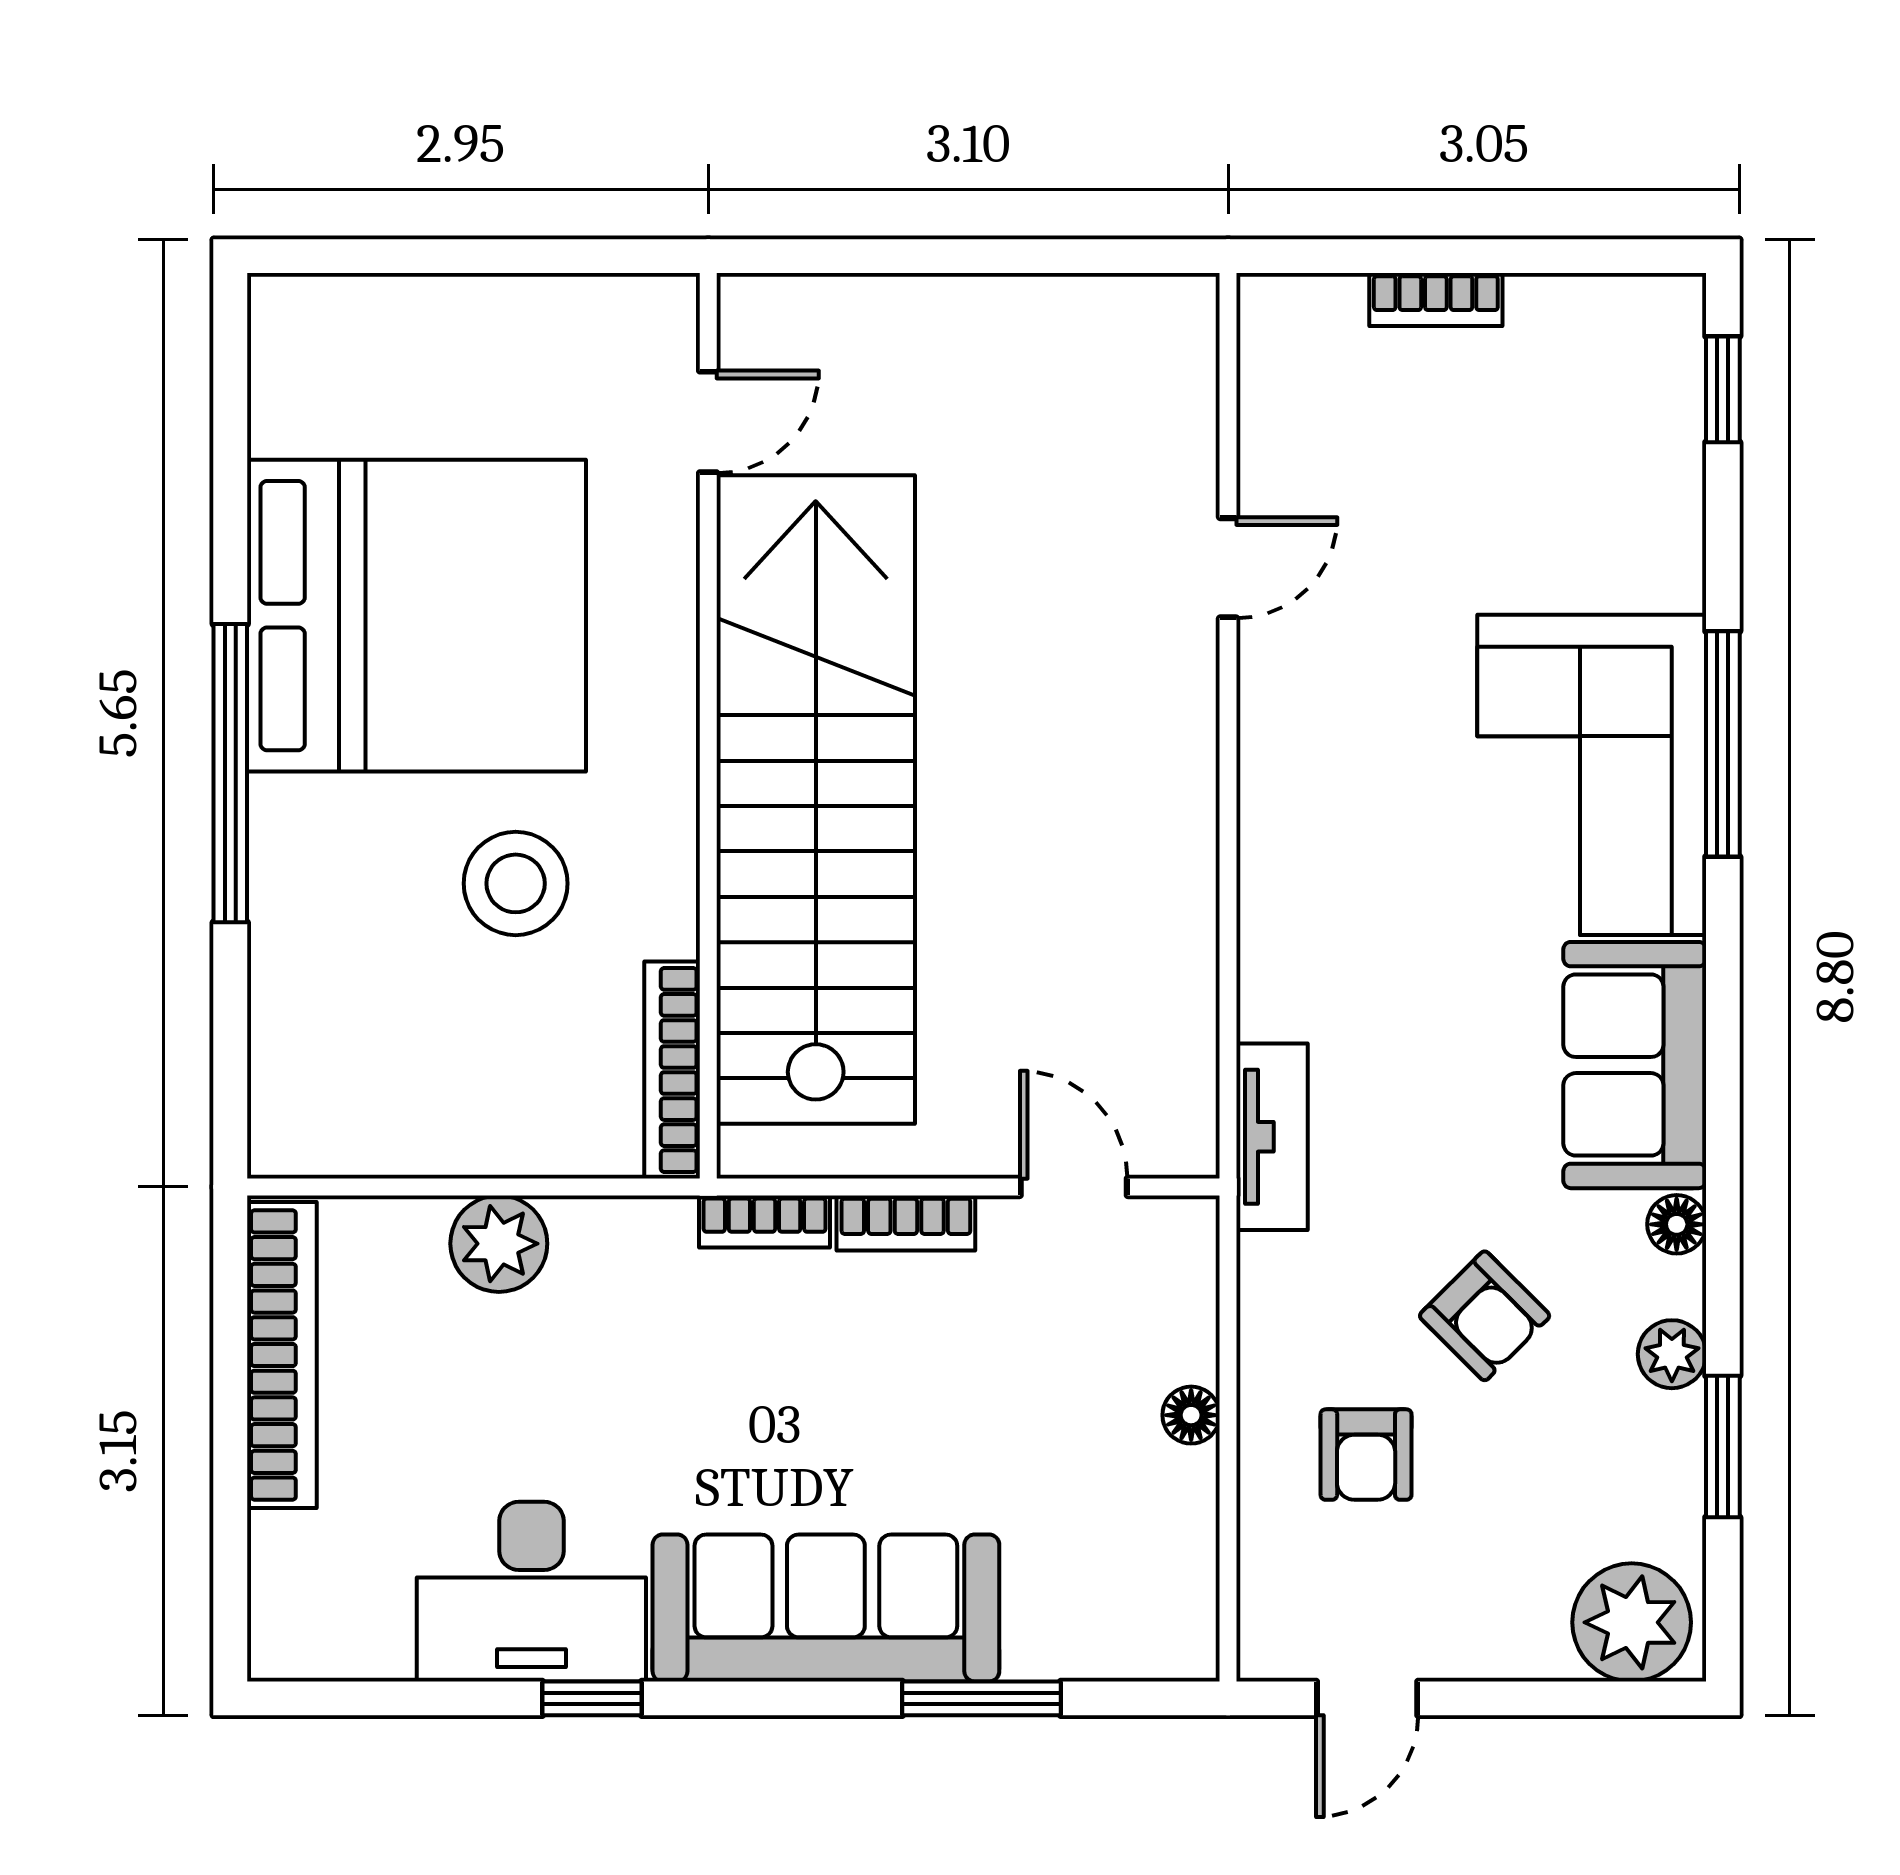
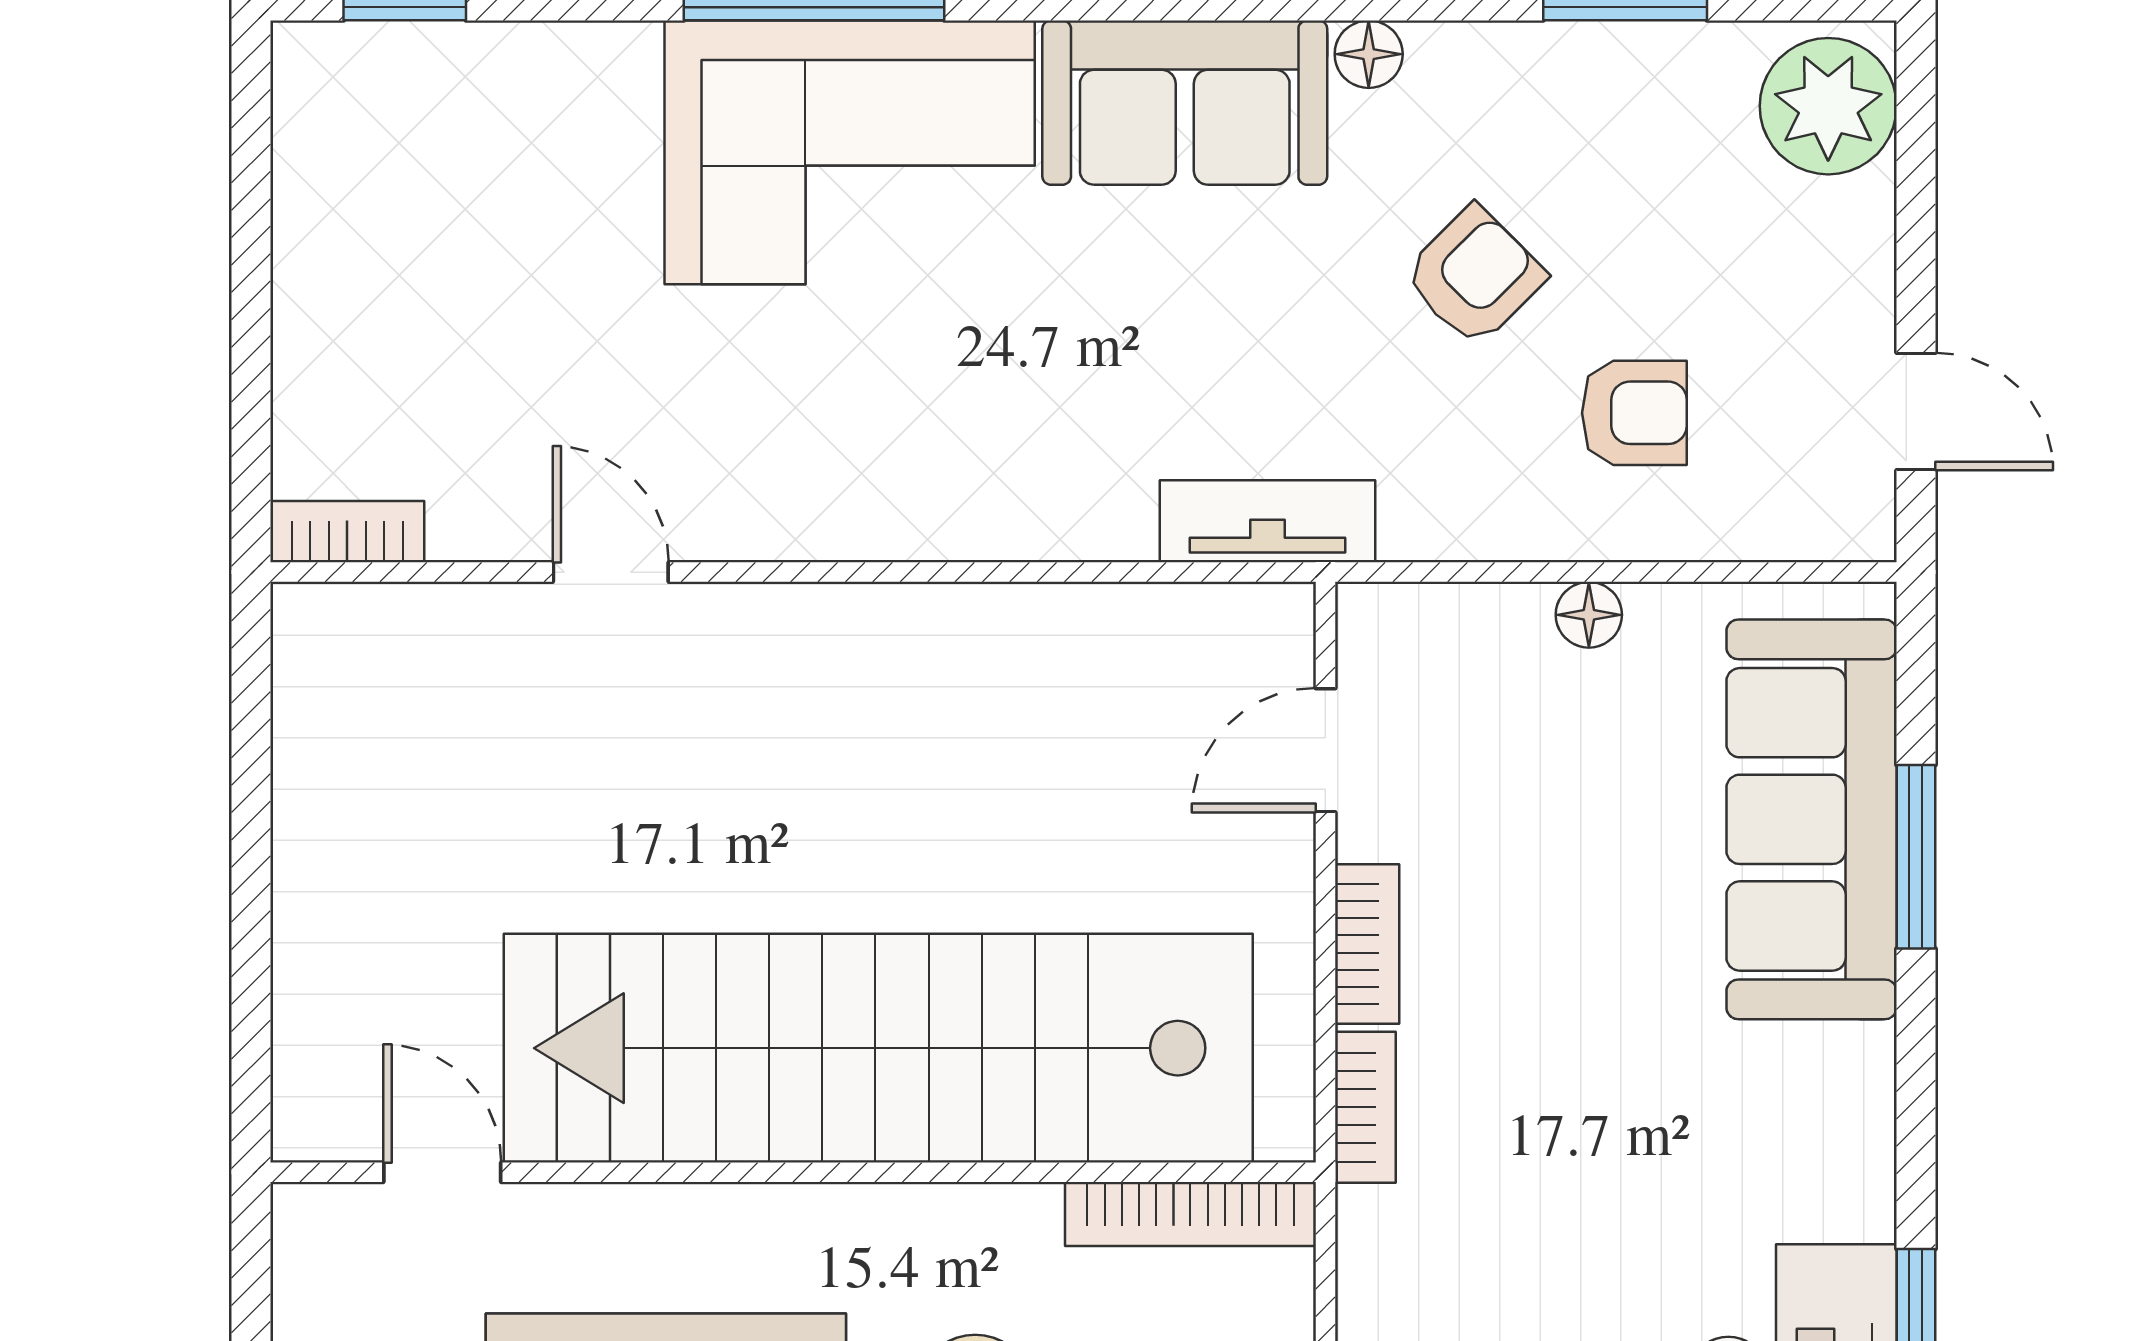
bookcase: (1436, 300) -> (347, 532), moved, turned -90
plant: (1672, 1354) -> (1519, 60), removed
sofa: (826, 1608) -> (1812, 819), moved

